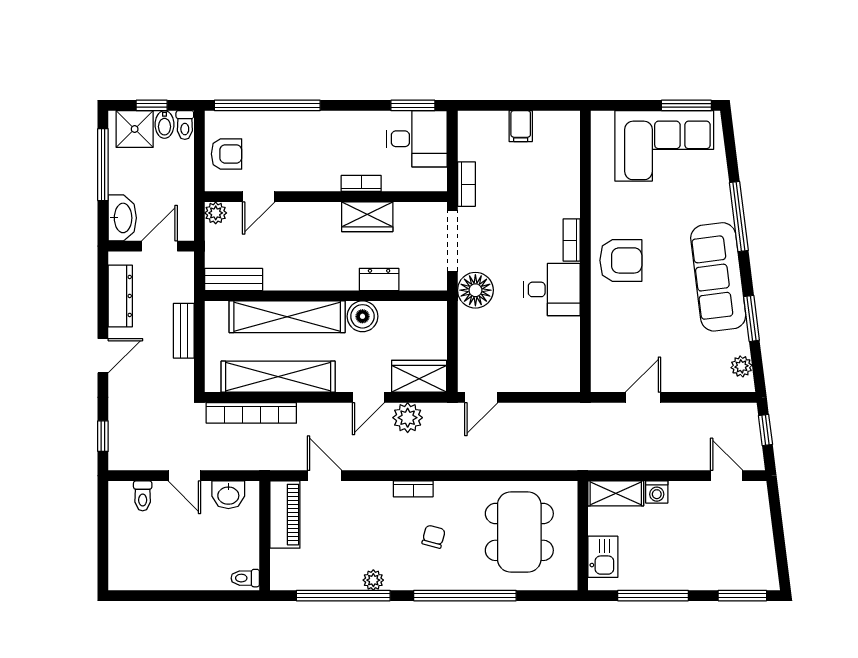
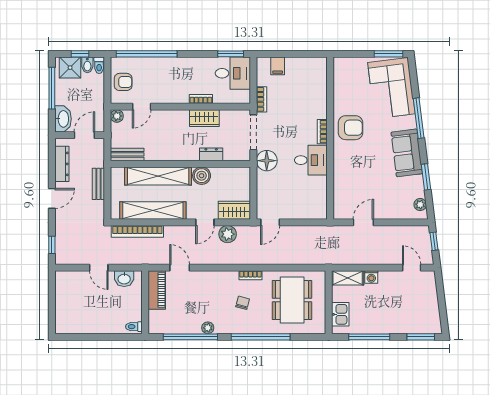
filing cabinet: (521, 126) -> (278, 66), moved
corner sofa: (664, 146) -> (391, 88), moved, turned 83
armchair: (621, 260) -> (351, 128), moved
sofa: (718, 277) -> (407, 153), width x0.73
bookcase: (413, 489) -> (250, 275), moved
toilet: (143, 496) -> (75, 279), removed

